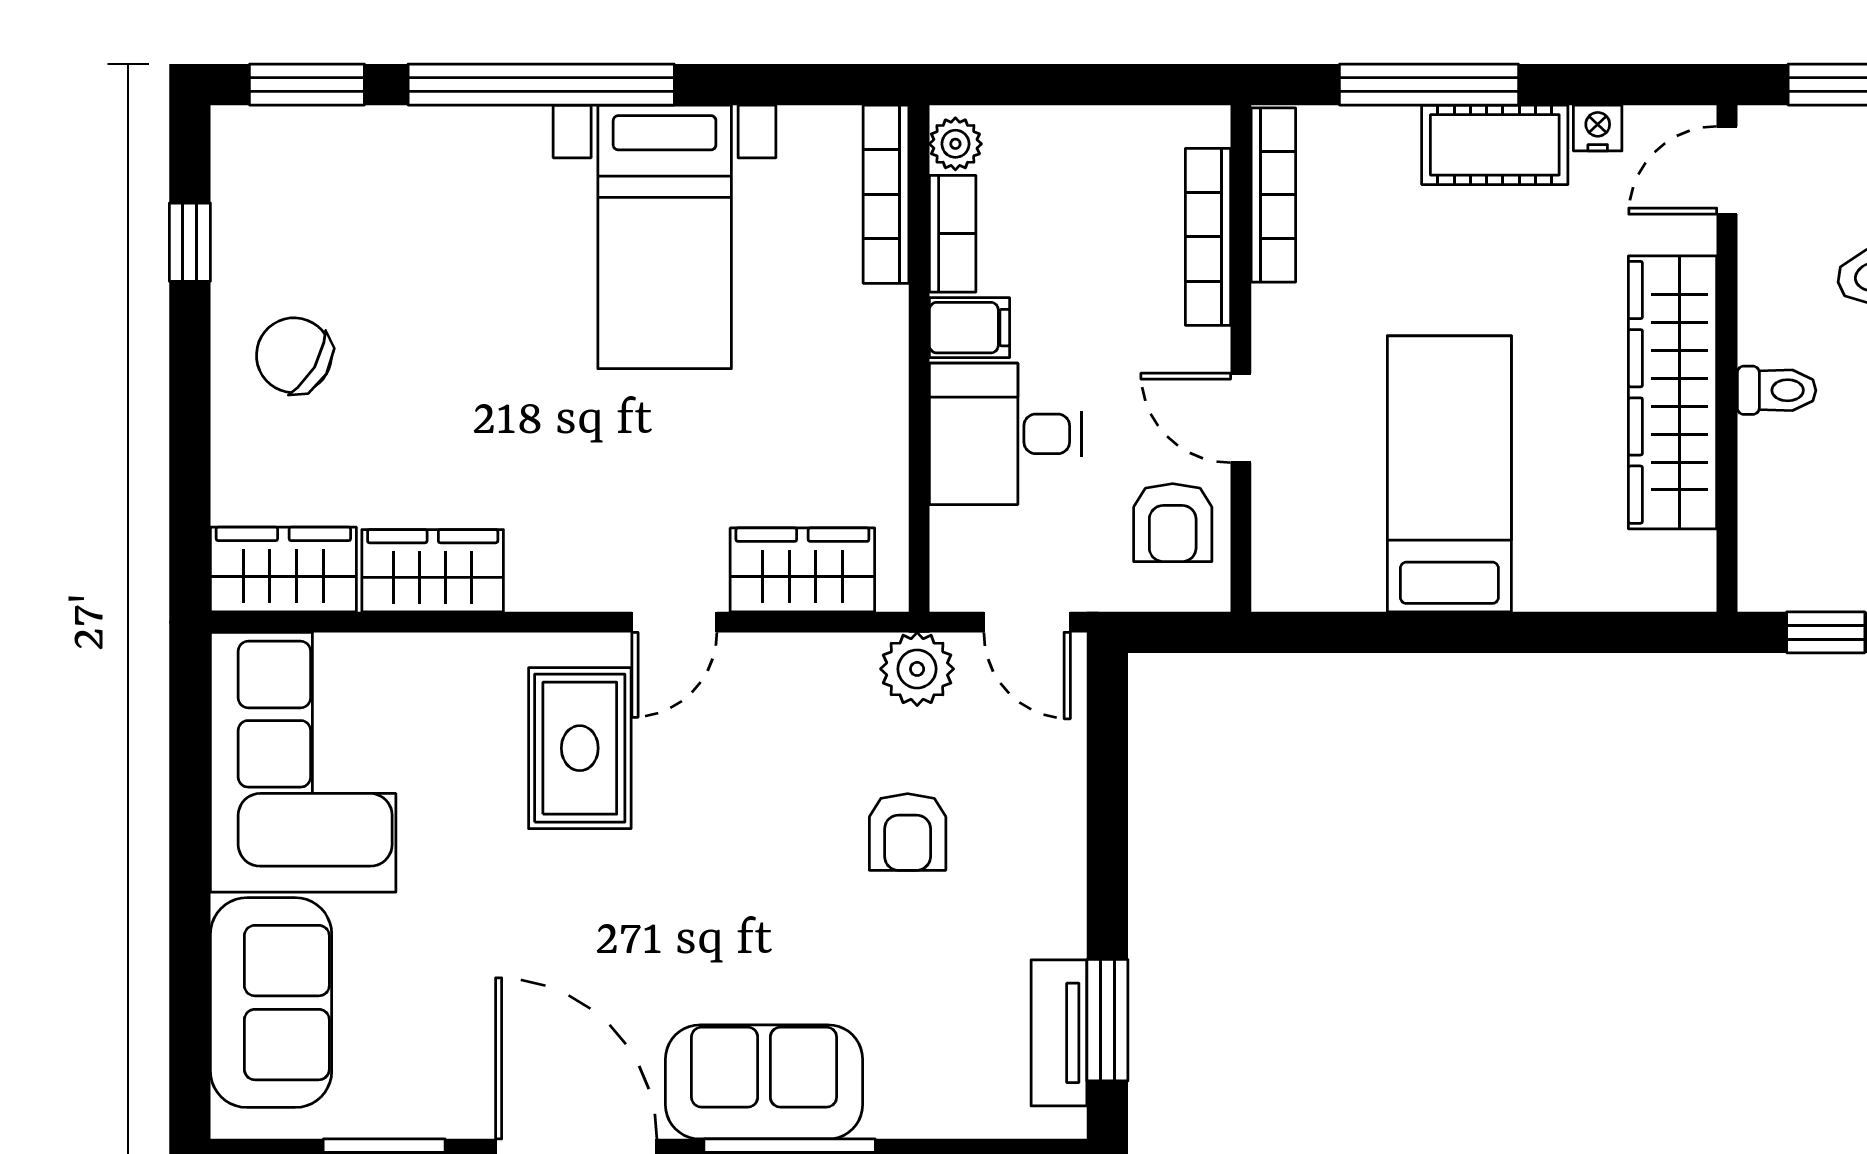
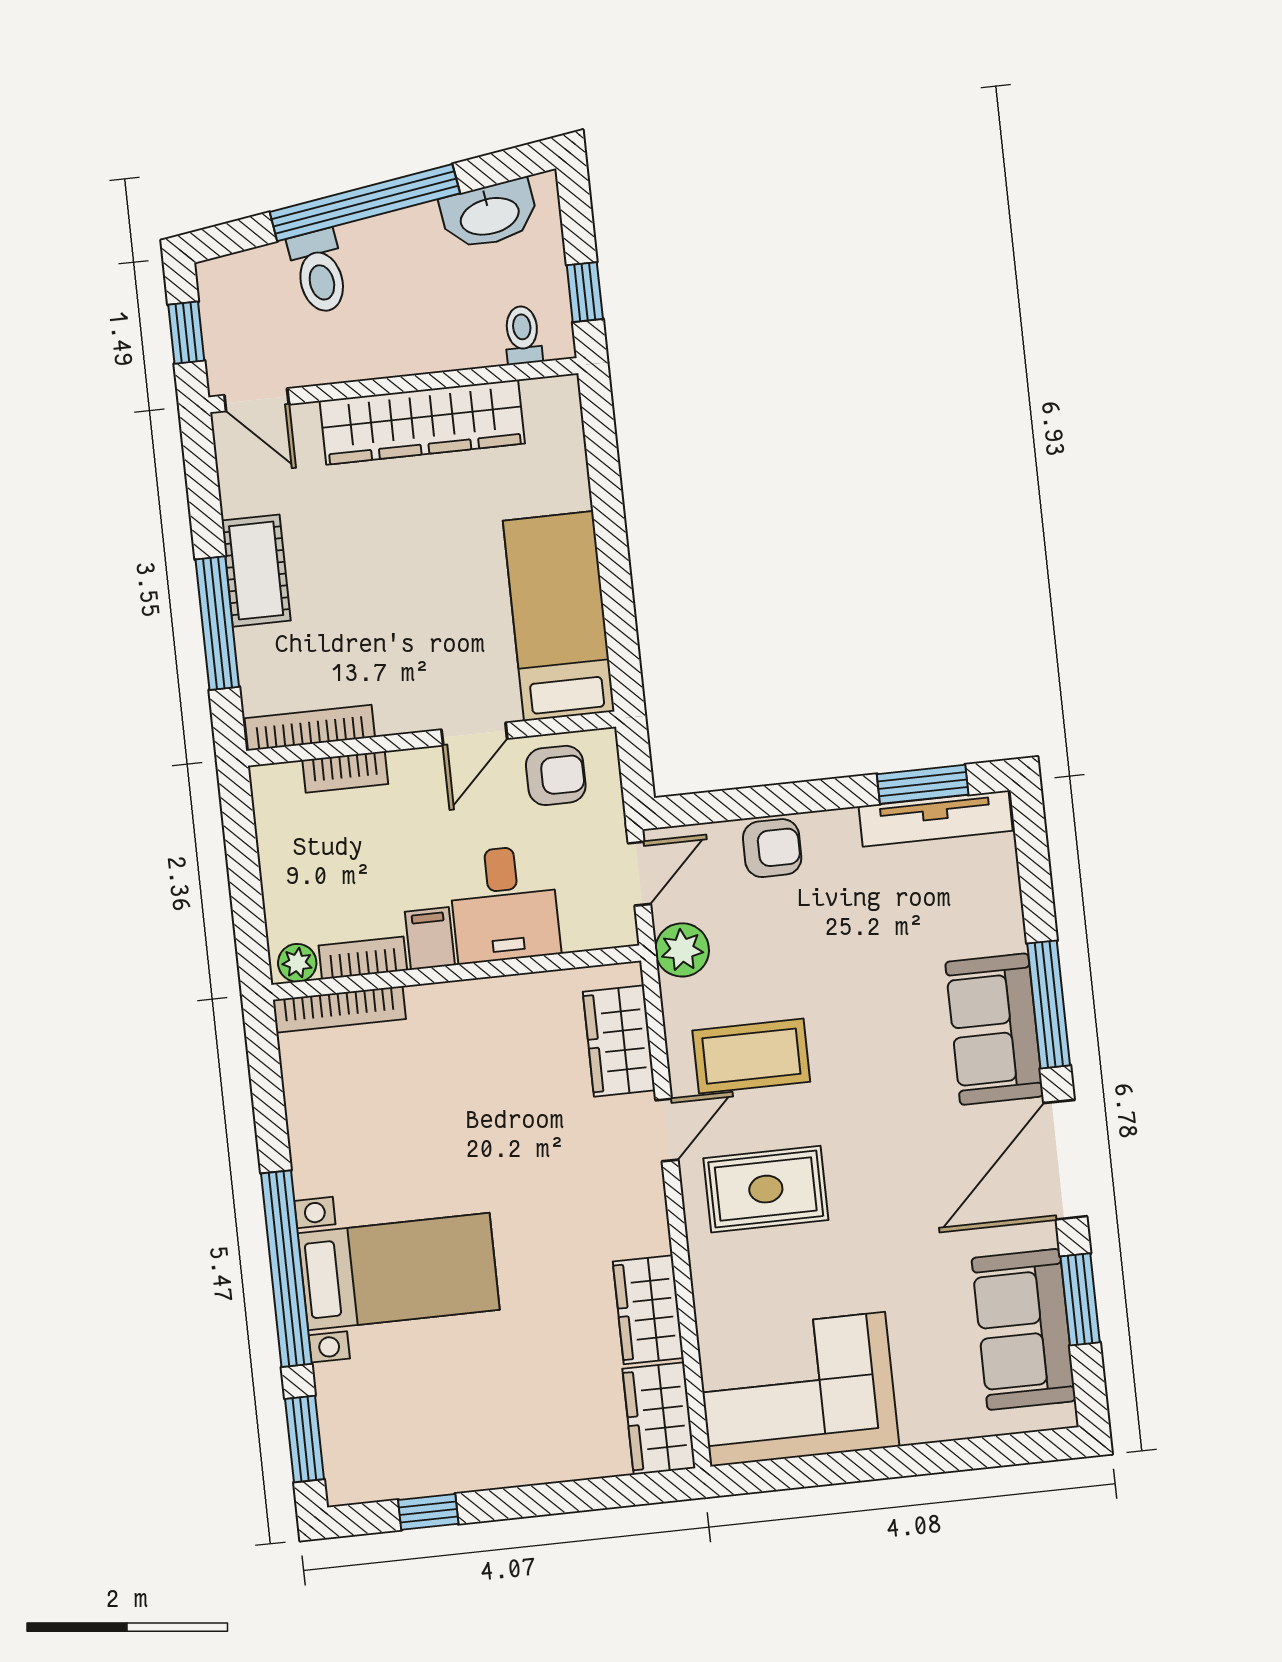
nightstand: (1598, 128) -> (236, 497), removed
bed with nightstands: (665, 237) -> (399, 1272), moved
bookcase: (1208, 237) -> (345, 772), width x0.64
chair: (294, 355) -> (502, 1427), removed
toilet: (1777, 390) -> (523, 335), moved
bed: (1449, 474) -> (559, 616), moved, turned 90
door: (674, 622) -> (667, 1130), hinge flipped
coffee table: (763, 748) -> (751, 1056), added
armchair: (908, 832) -> (772, 848), moved
sofa: (271, 1003) -> (1024, 1329), moved, turned -90
tv unit: (1059, 1033) -> (936, 819), width x1.41

